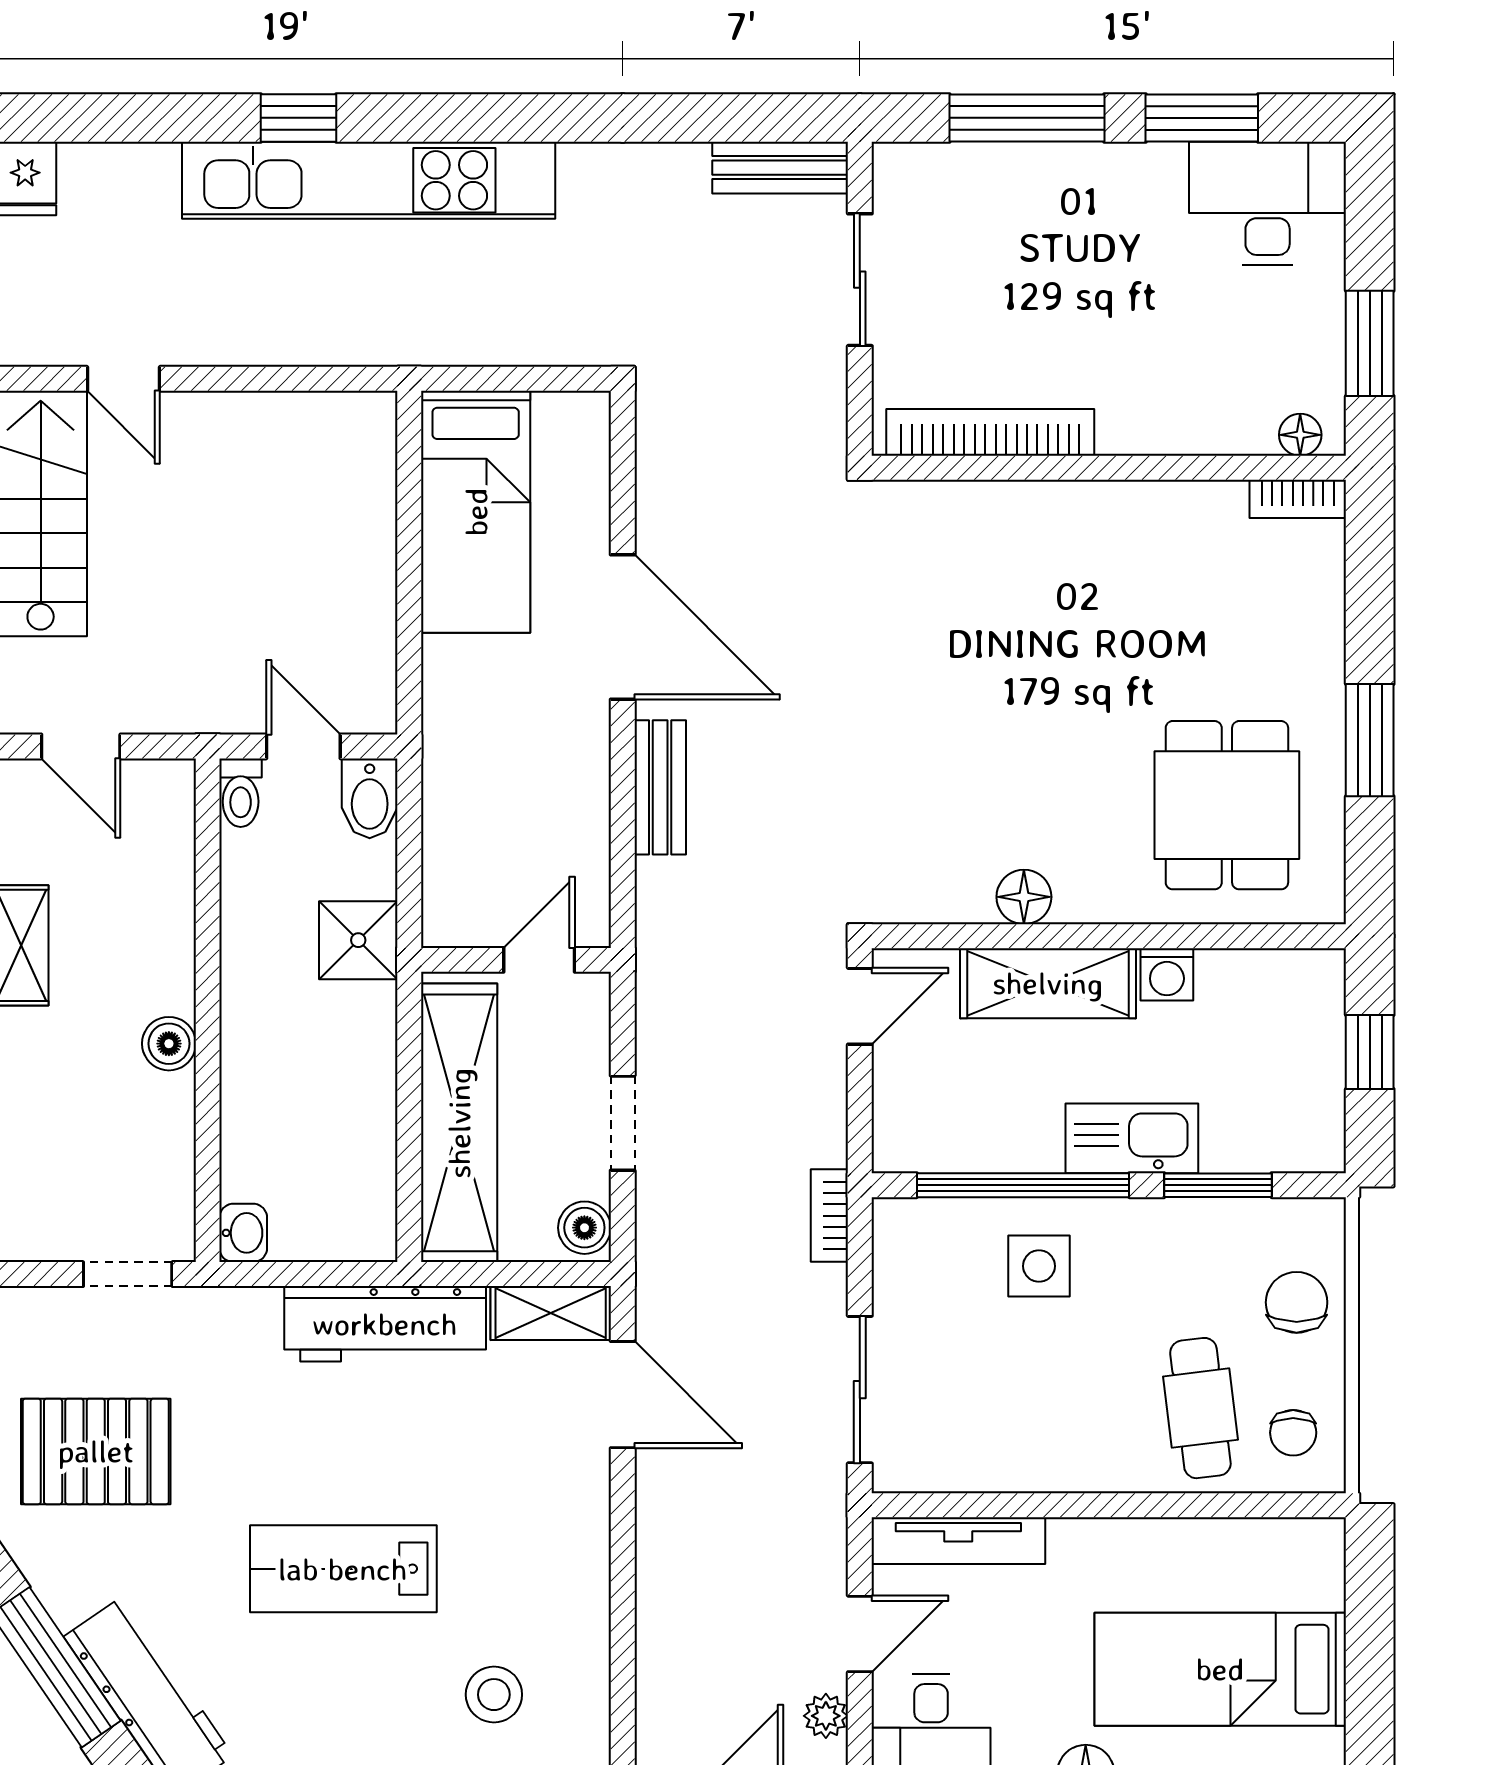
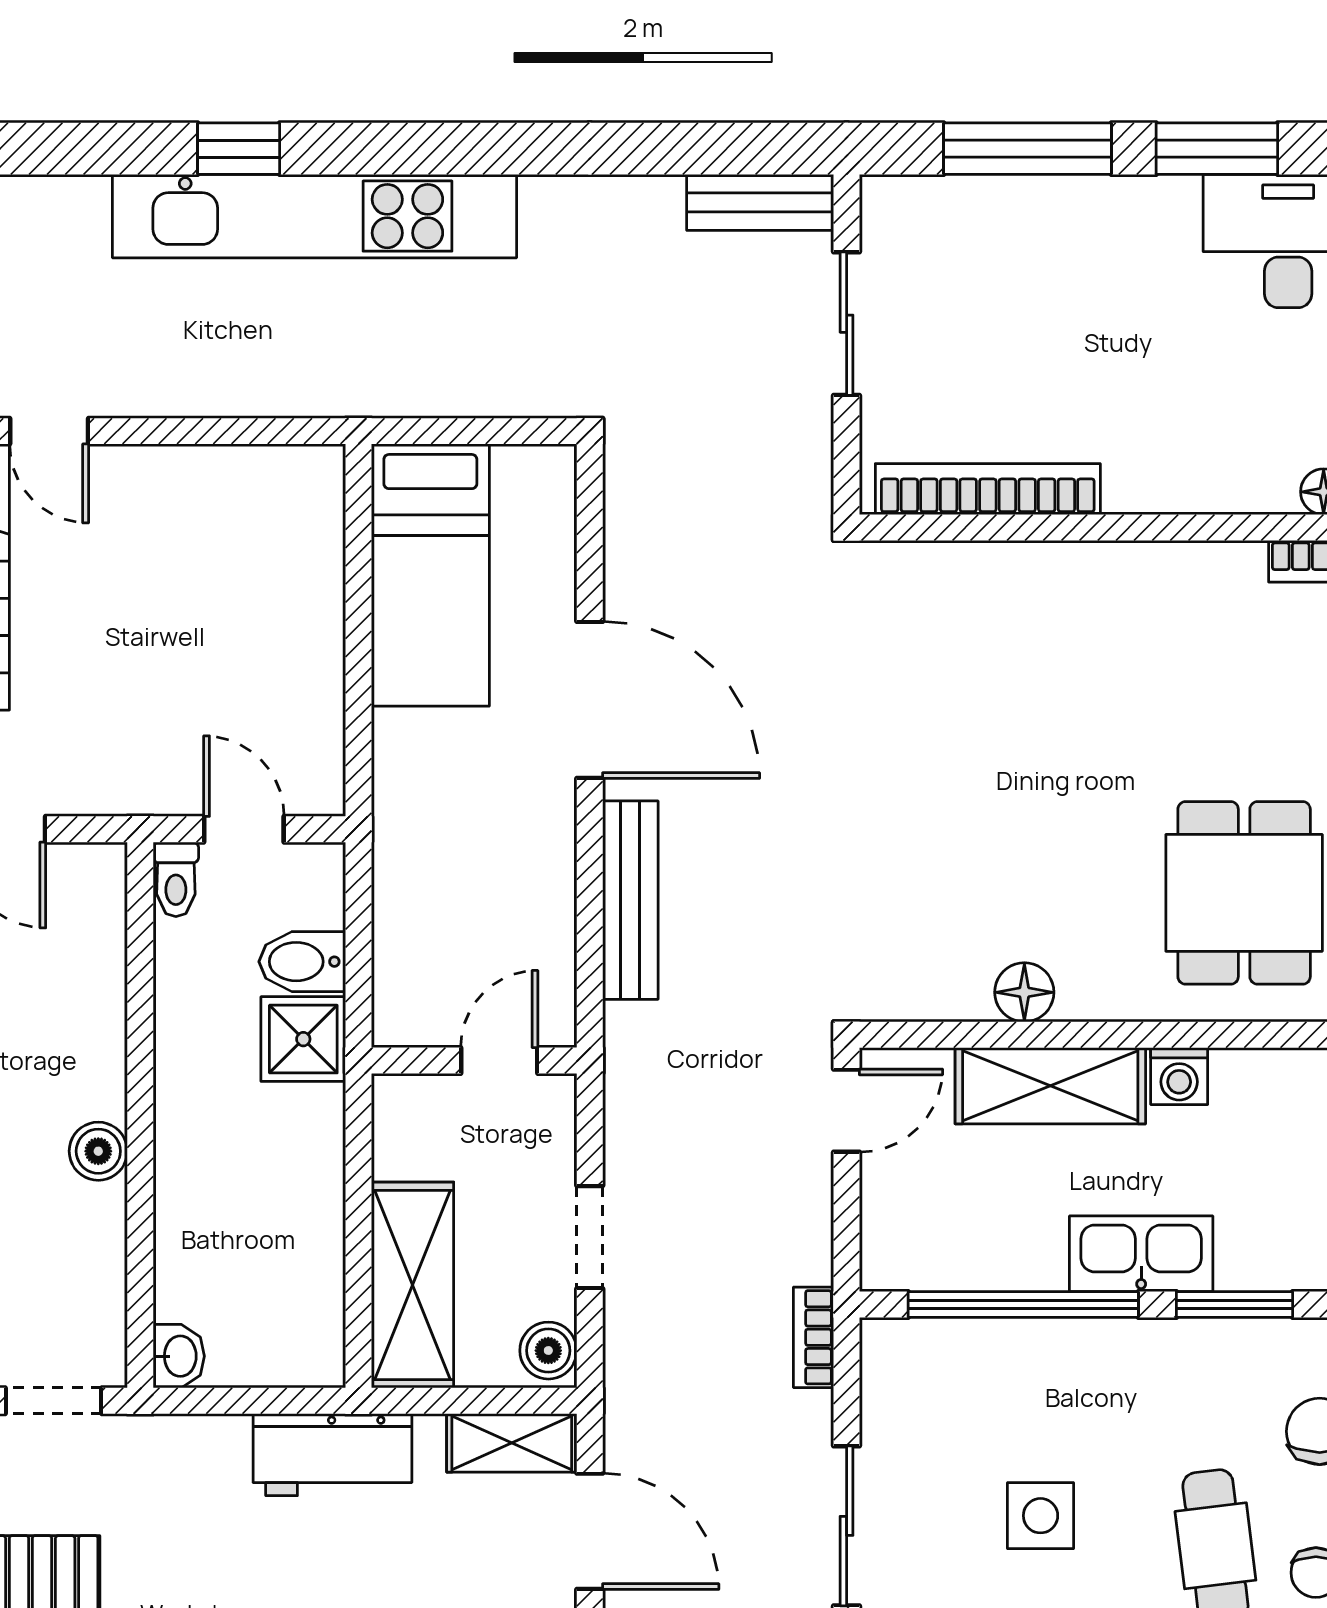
bench: (660, 787) -> (630, 900), width x1.36
bidet: (370, 798) -> (302, 962), moved, turned 90
shelving: (459, 1123) -> (413, 1285), width x0.68
side table: (1039, 1266) -> (1041, 1516), moved
workbench: (385, 1324) -> (332, 1455), width x0.73

